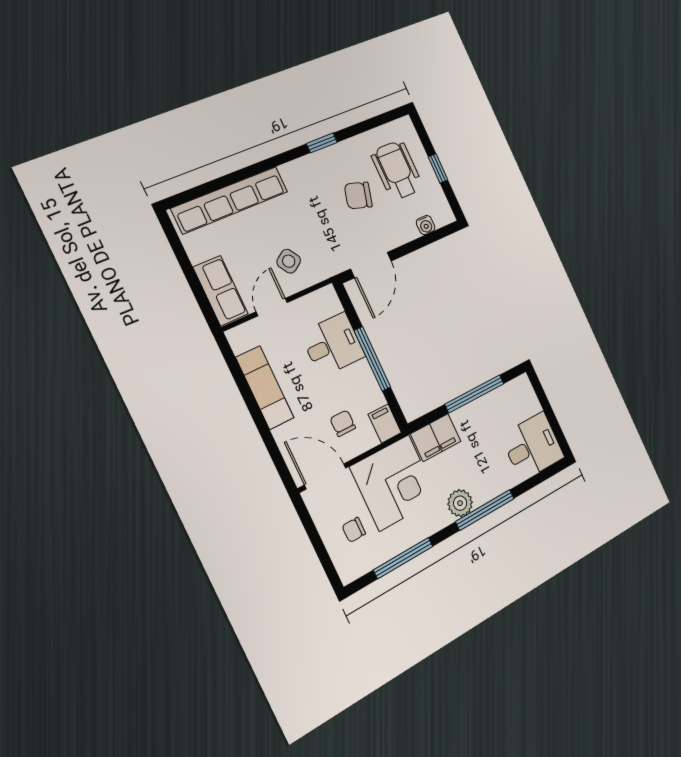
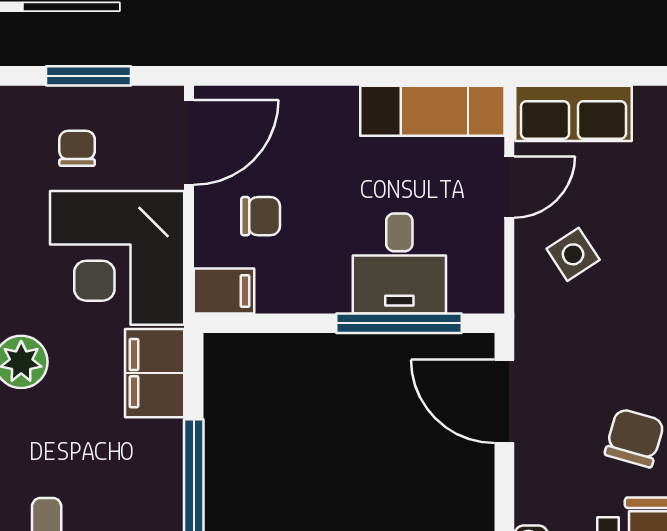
door: (272, 307) -> (509, 187), hinge flipped
window: (372, 359) -> (399, 323), moved
exam couch: (265, 388) -> (432, 111), moved
window: (317, 543) -> (88, 76), added

